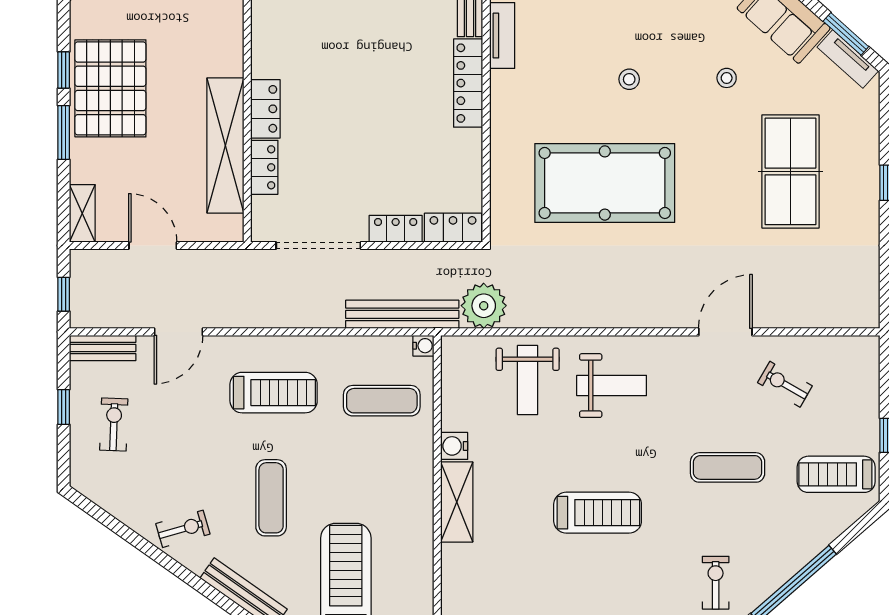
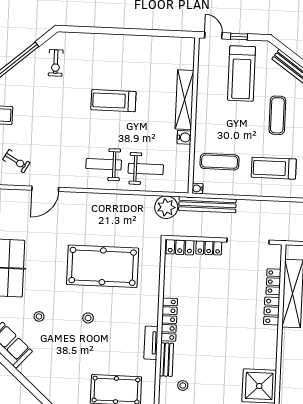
weight bench: (528, 380) -> (146, 169), turned 90
exercise mat: (728, 467) -> (47, 121), removed
shelving: (457, 502) -> (184, 100), width x1.47

